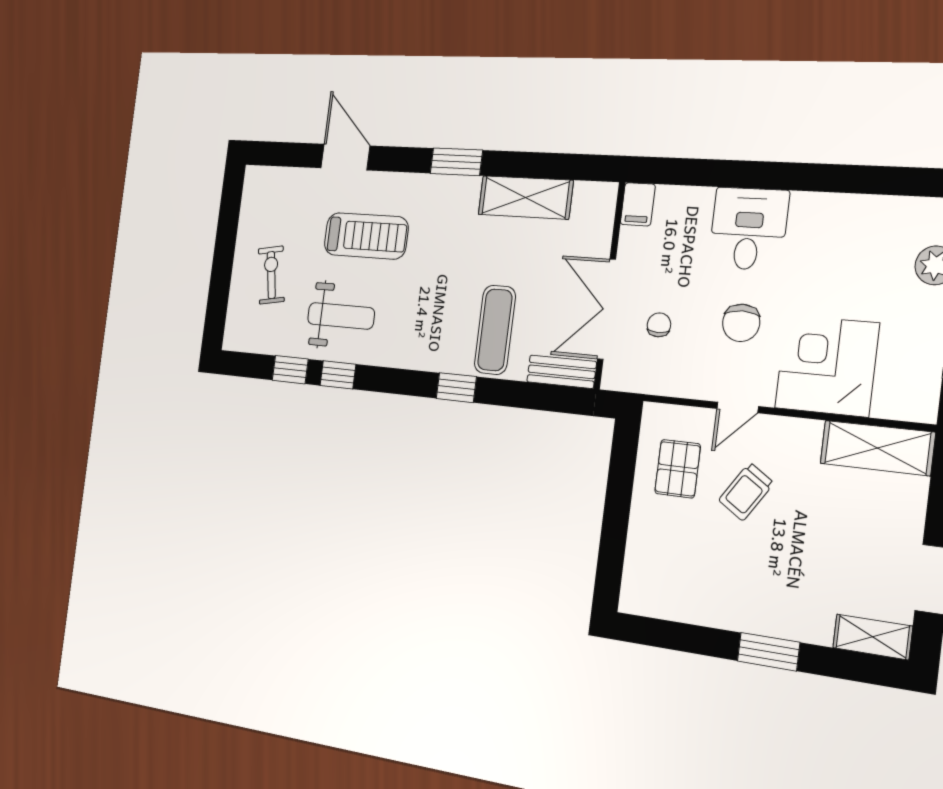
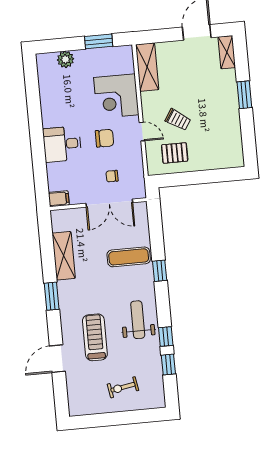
weight bench: (341, 316) -> (138, 320), moved
bench: (562, 372) -> (142, 219), removed

